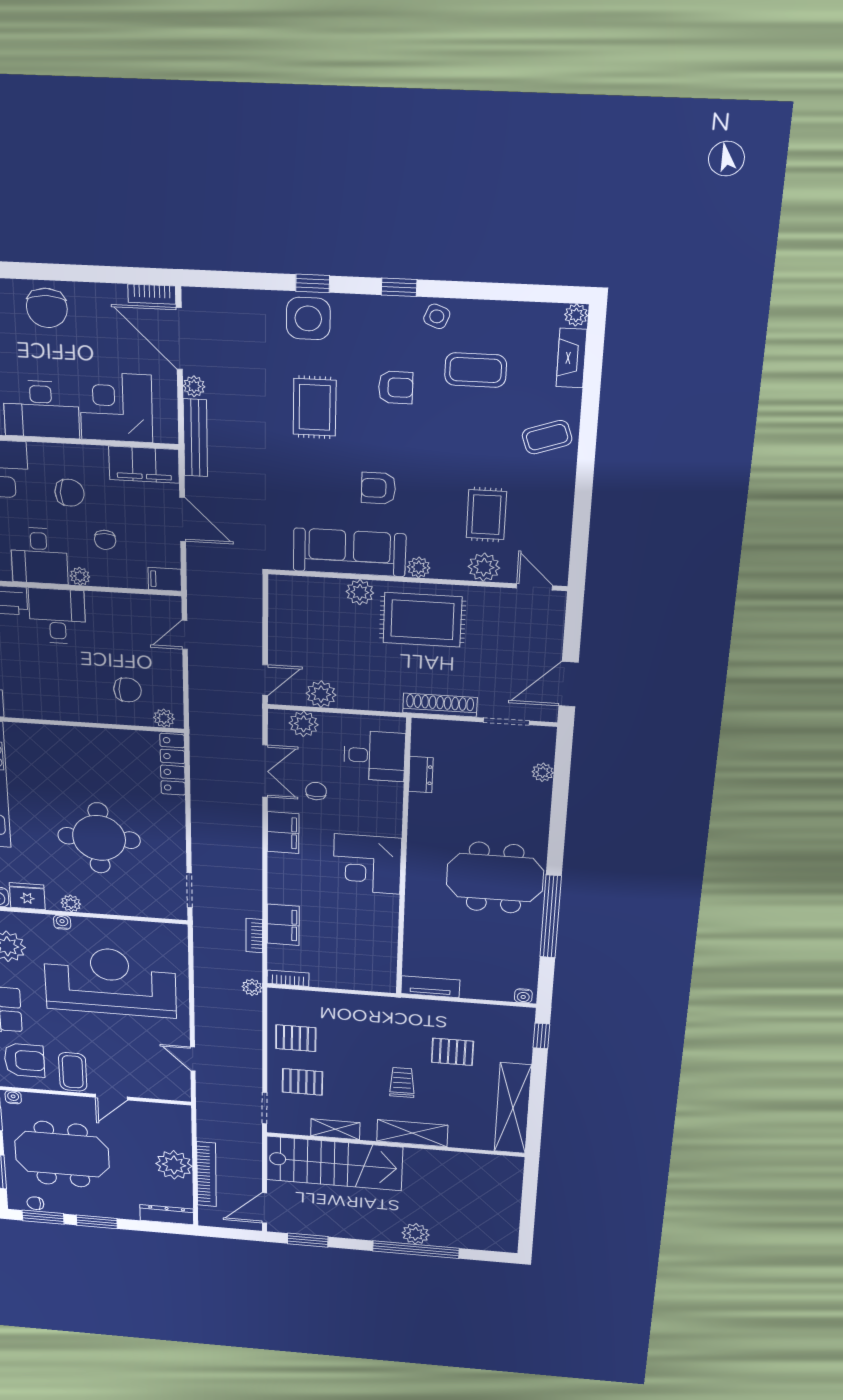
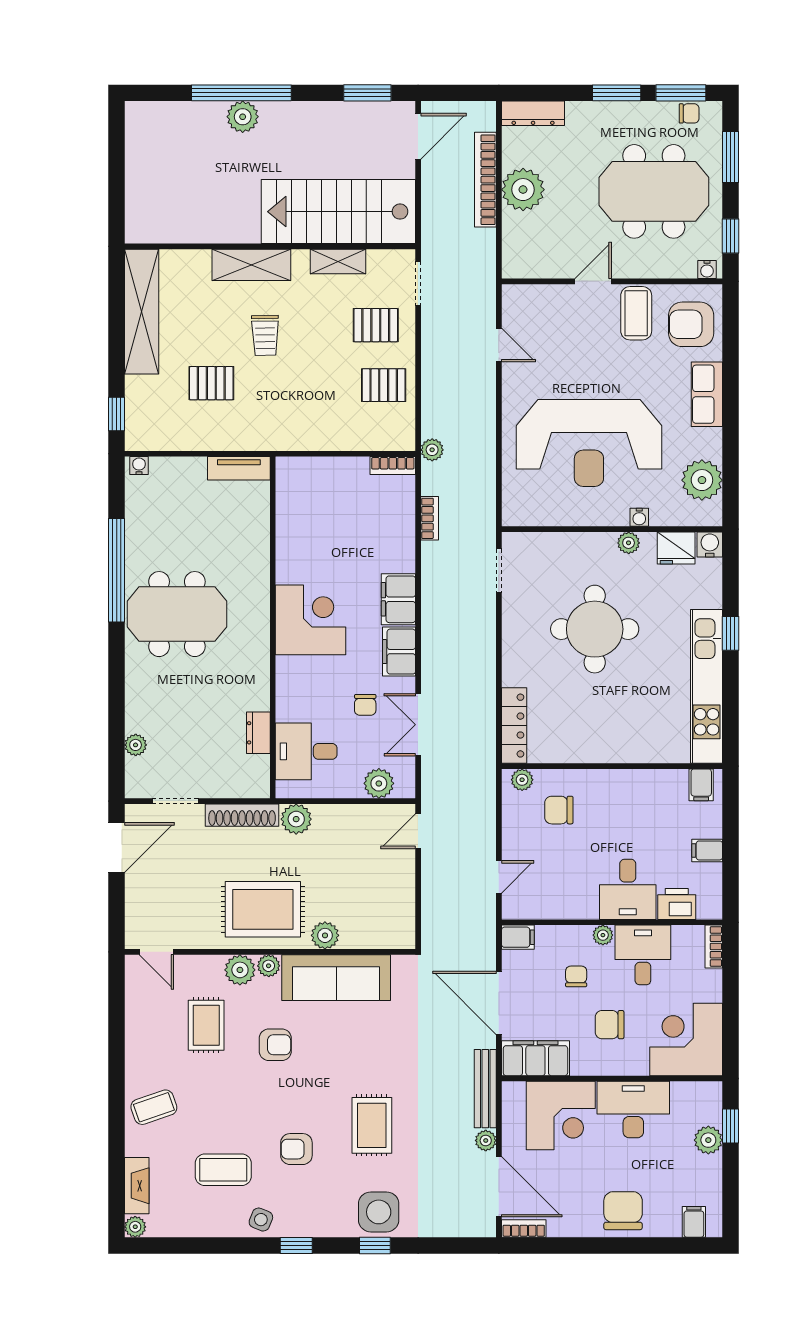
armchair: (378, 488) -> (275, 1045), moved
door: (183, 519) -> (499, 1003), width x1.36
plant: (484, 567) -> (240, 970), moved
plant: (321, 694) -> (296, 819), moved
filing cabinet: (283, 925) -> (398, 599), moved

